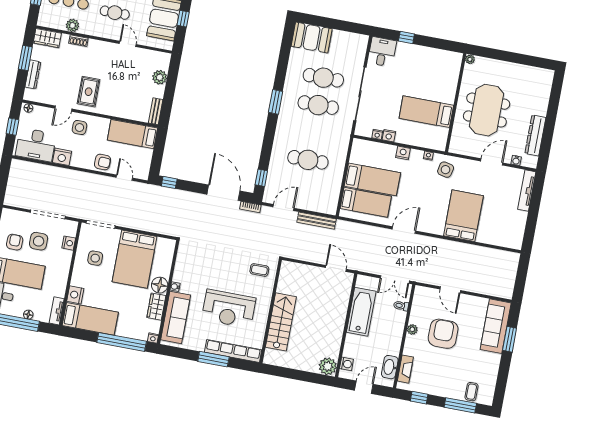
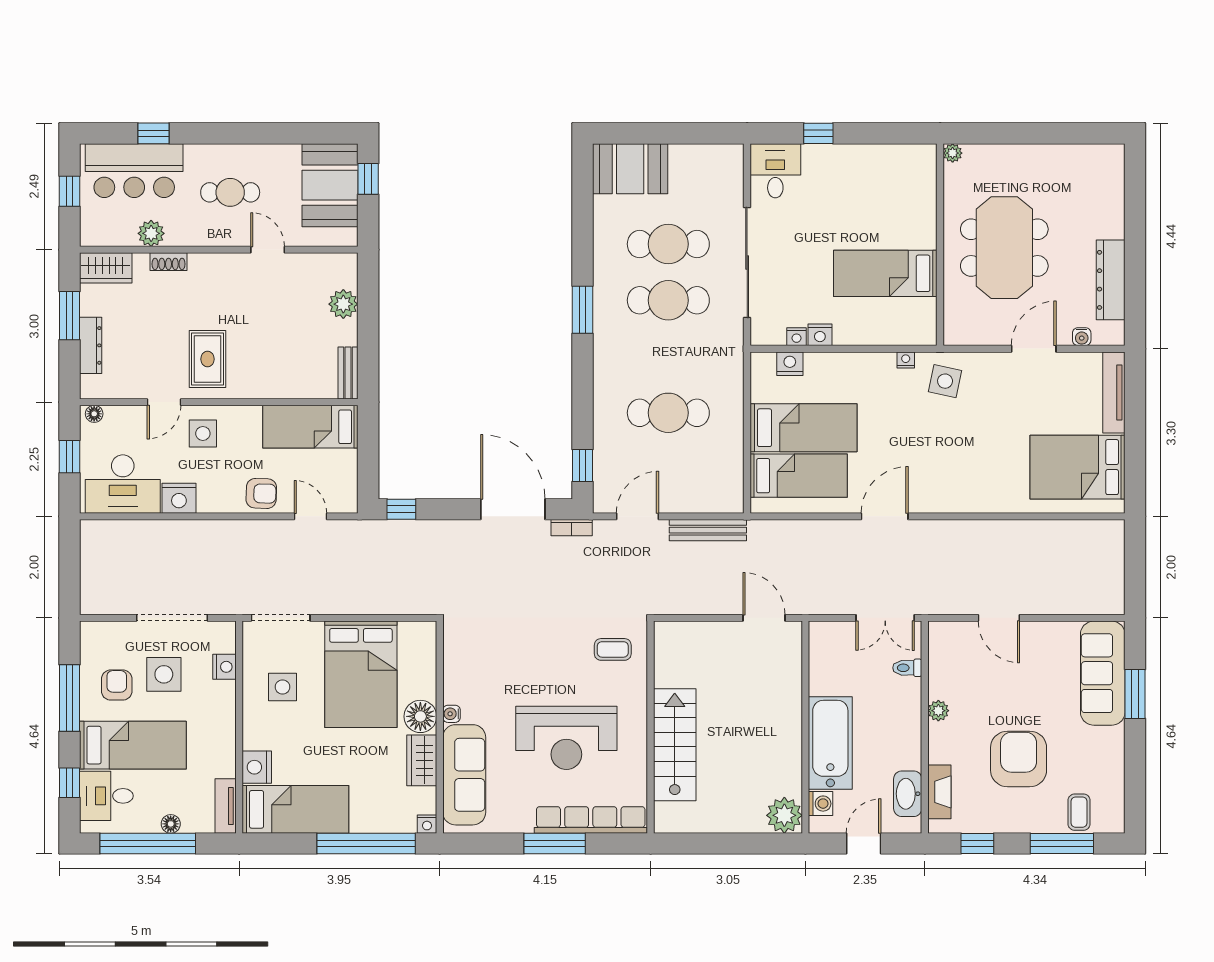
nightstand: (403, 153) -> (790, 364), moved
bed: (463, 216) -> (1078, 467), moved, turned -90
bathtub: (361, 312) -> (830, 743), moved
armchair: (443, 334) -> (1019, 759), moved

